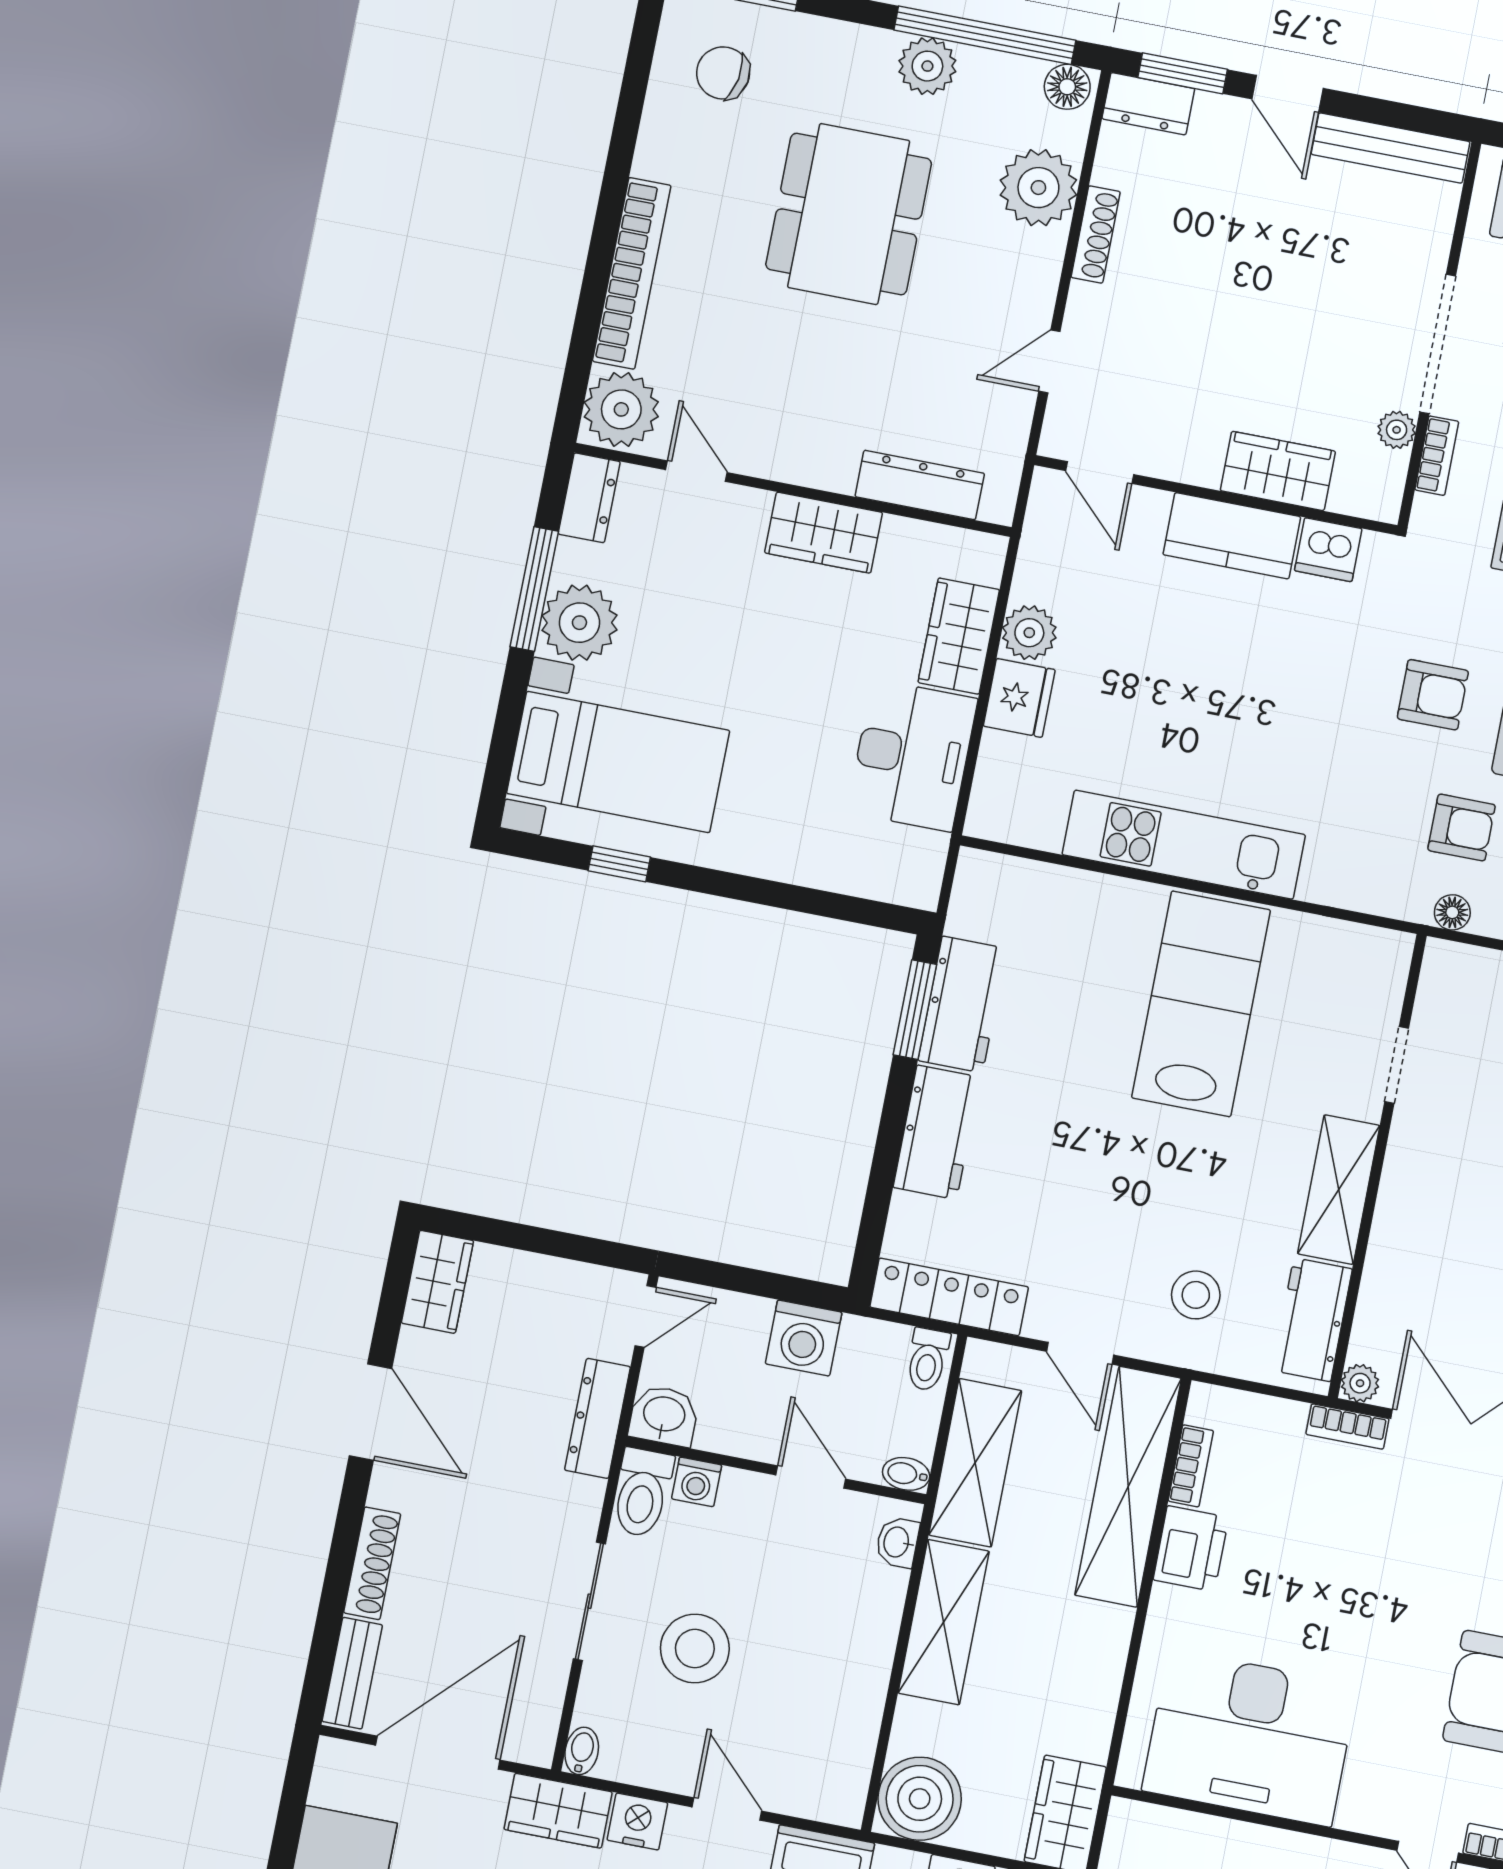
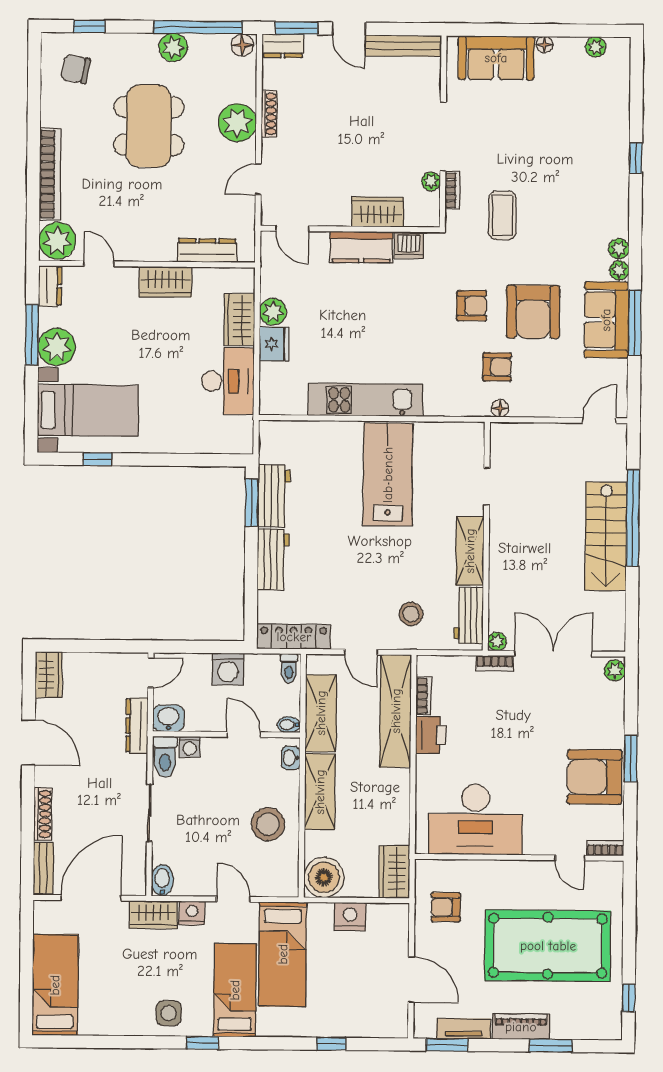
plant: (1038, 188) -> (237, 123), moved
stool: (695, 1649) -> (268, 824), moved
bidet: (582, 1751) -> (162, 880), width x1.38, depth x1.36

